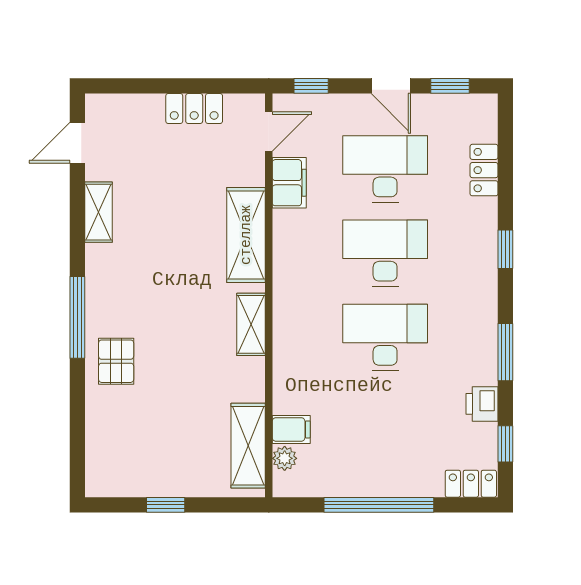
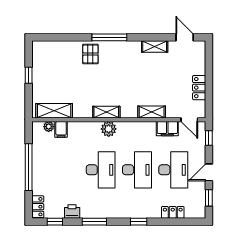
shelving: (246, 235) -> (152, 112), width x0.67, depth x0.75
plant: (290, 319) -> (109, 129), added
pallet: (116, 361) -> (90, 54), turned 90

